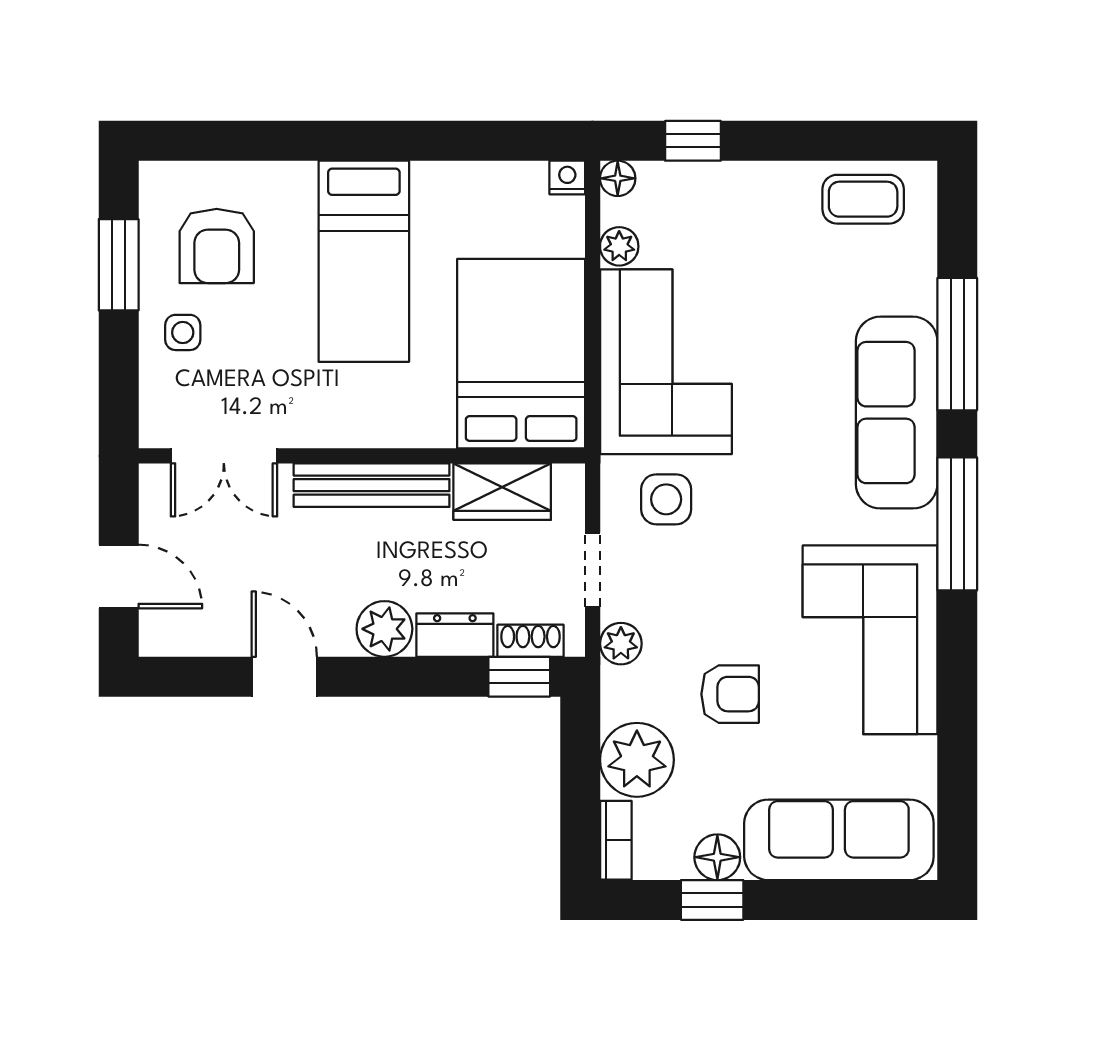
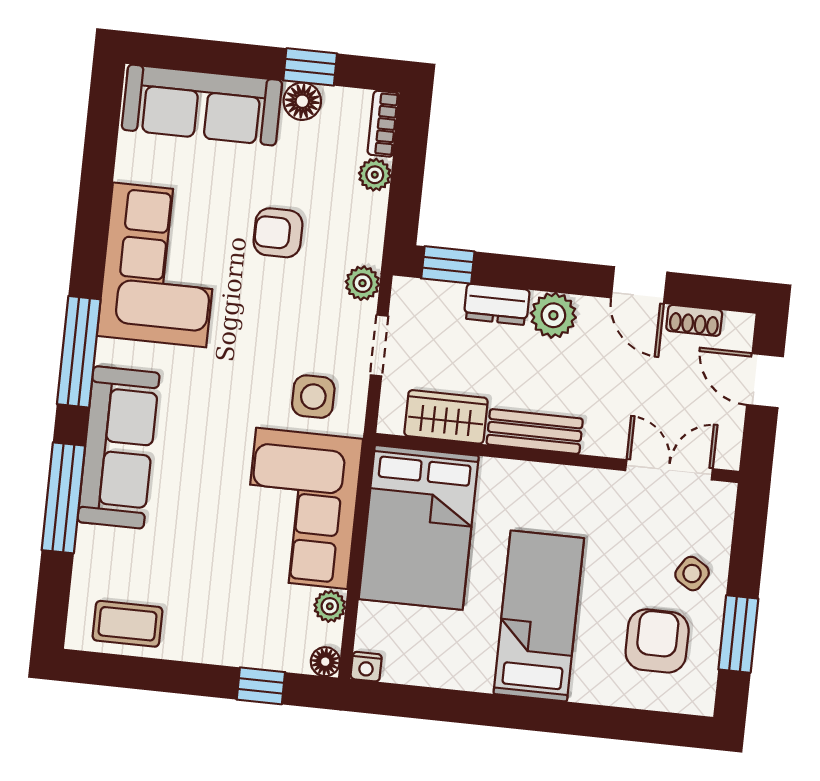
side table: (183, 332) -> (692, 574), turned 32
bench: (372, 485) -> (535, 432), width x0.73
shoe rack: (531, 641) -> (694, 320), moved
plant: (637, 760) -> (375, 175), width x0.53, depth x0.53

